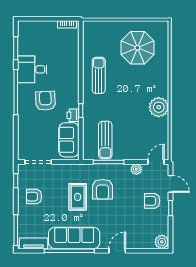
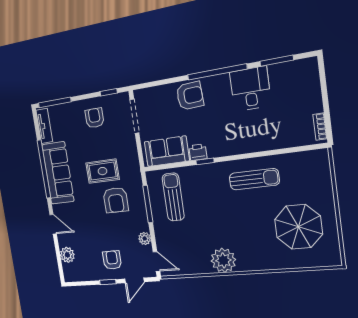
armchair: (45, 101) -> (190, 96), moved
sun lounger: (105, 140) -> (173, 197), turned 90
armchair: (103, 189) -> (116, 200), turned -90
plant: (162, 242) -> (67, 255), moved

